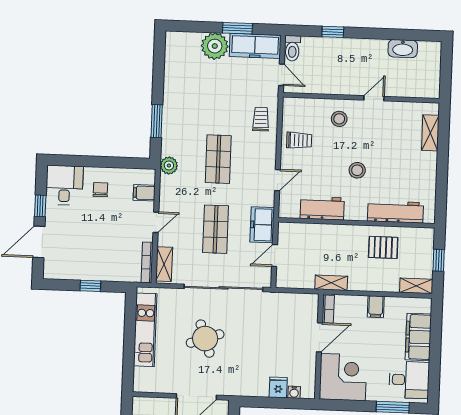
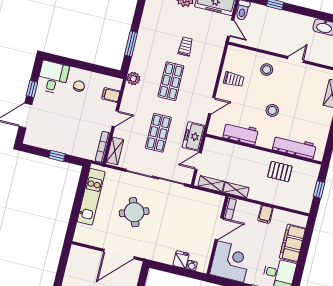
trolley: (261, 119) -> (185, 47), moved
shelving: (416, 286) -> (211, 184), moved

